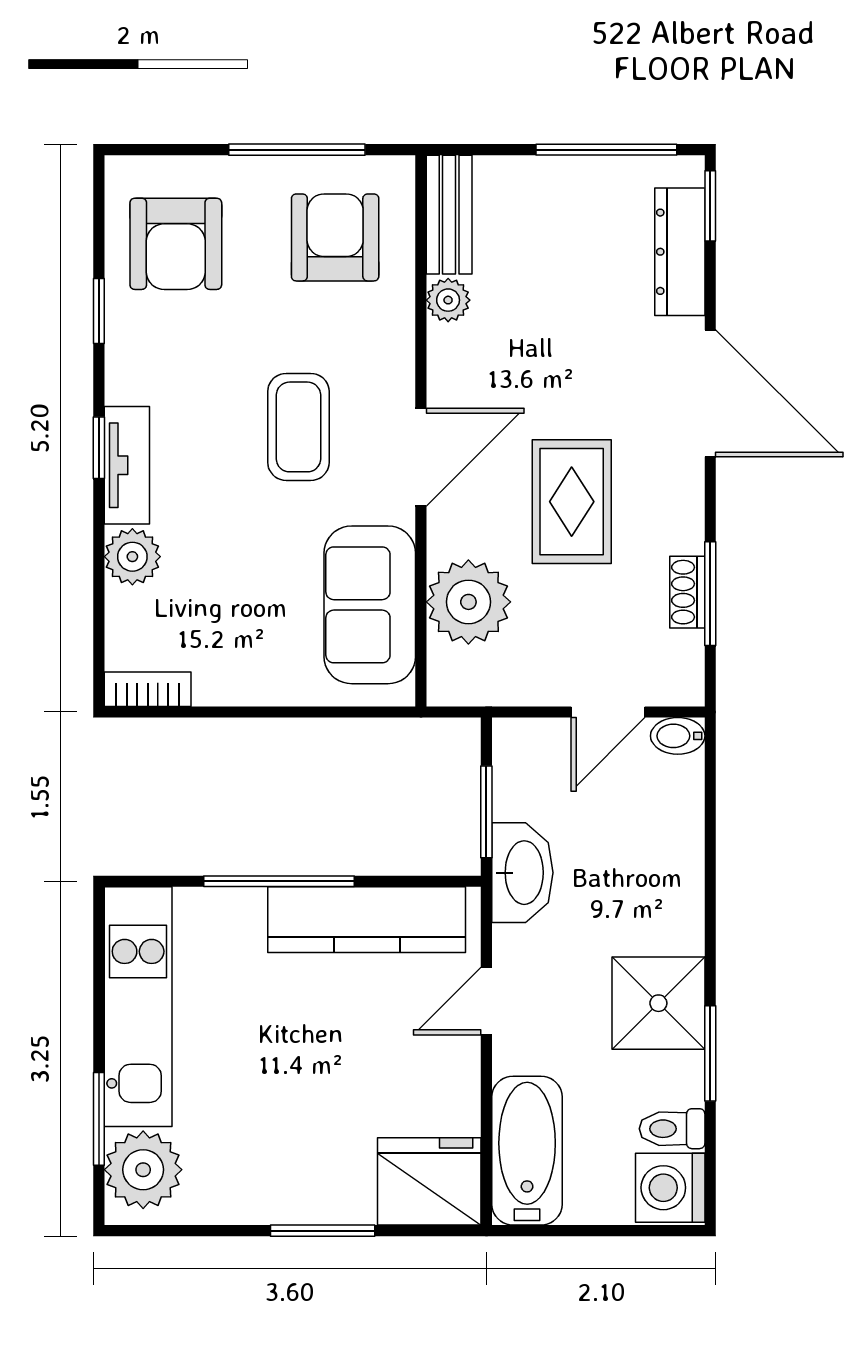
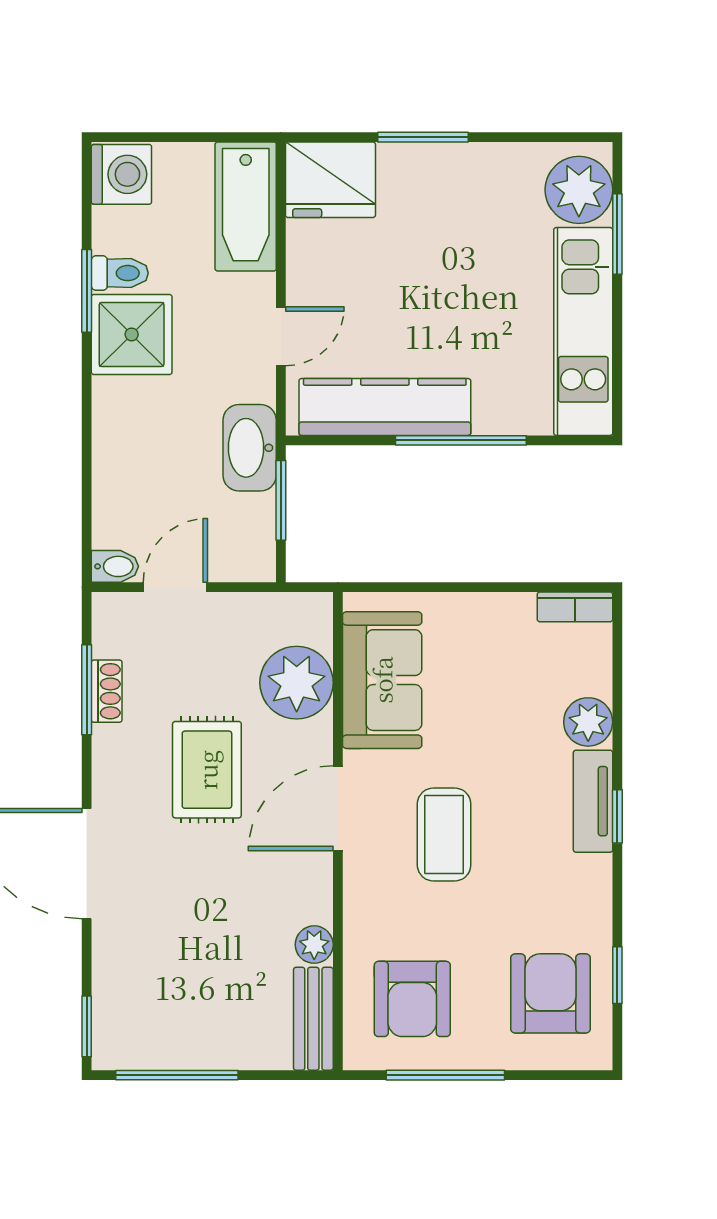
dresser: (680, 252) -> (113, 987), removed
window: (99, 311) -> (617, 975), moved
toilet: (672, 1129) -> (120, 273), moved

